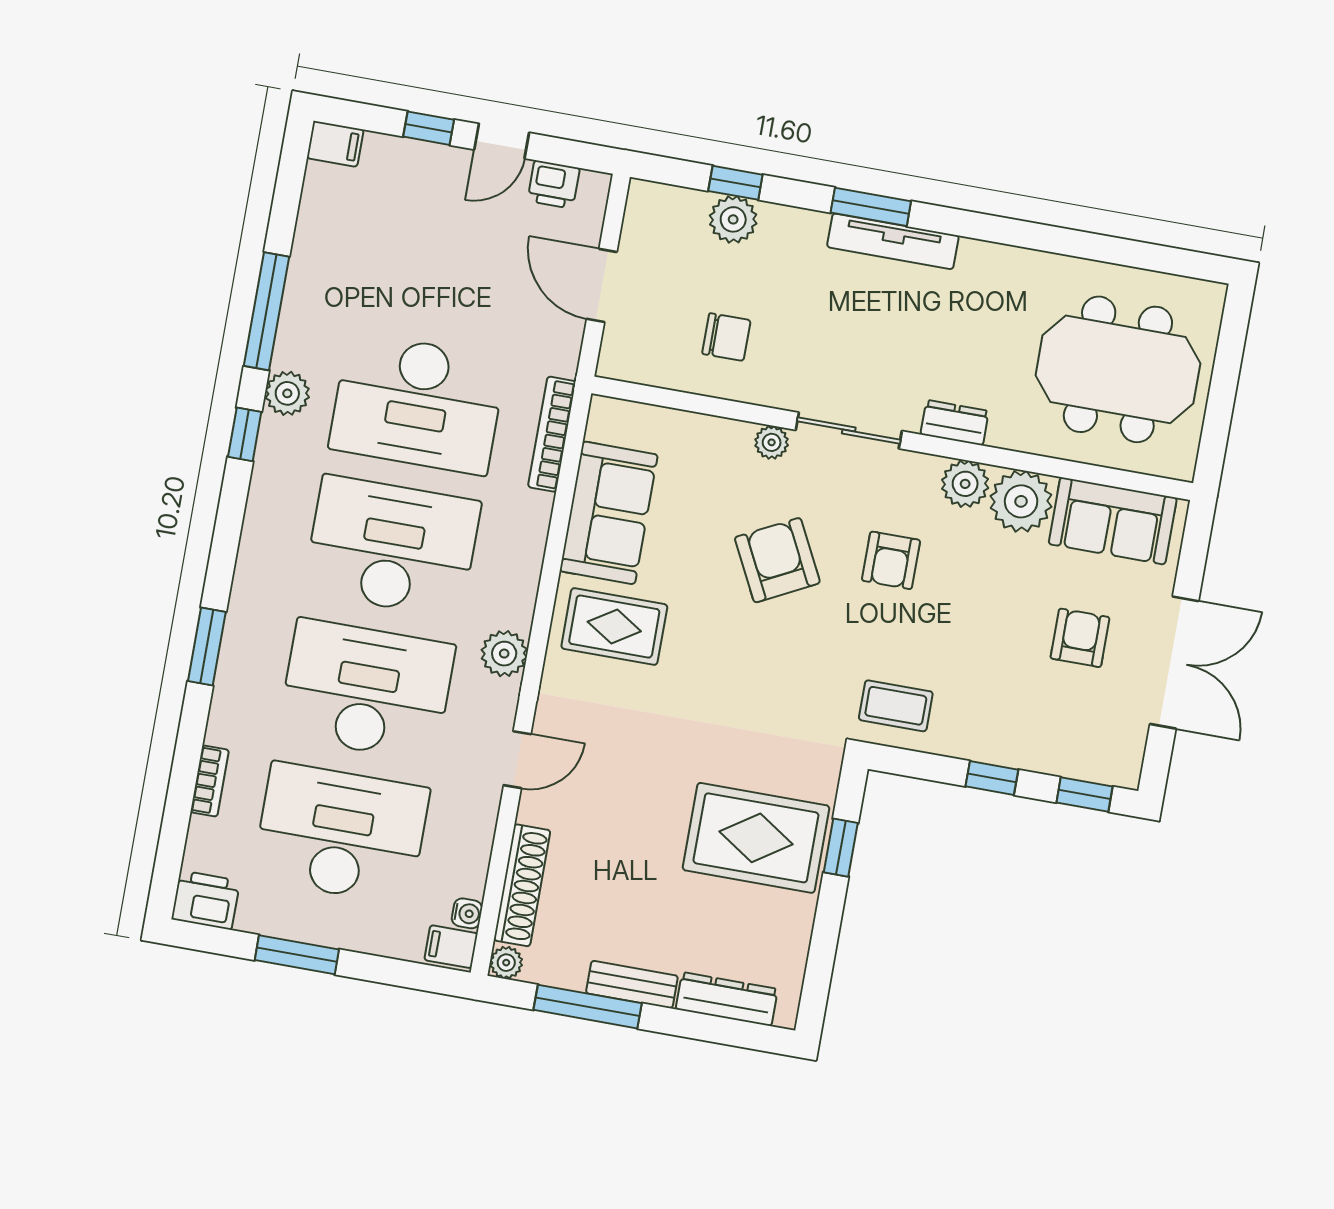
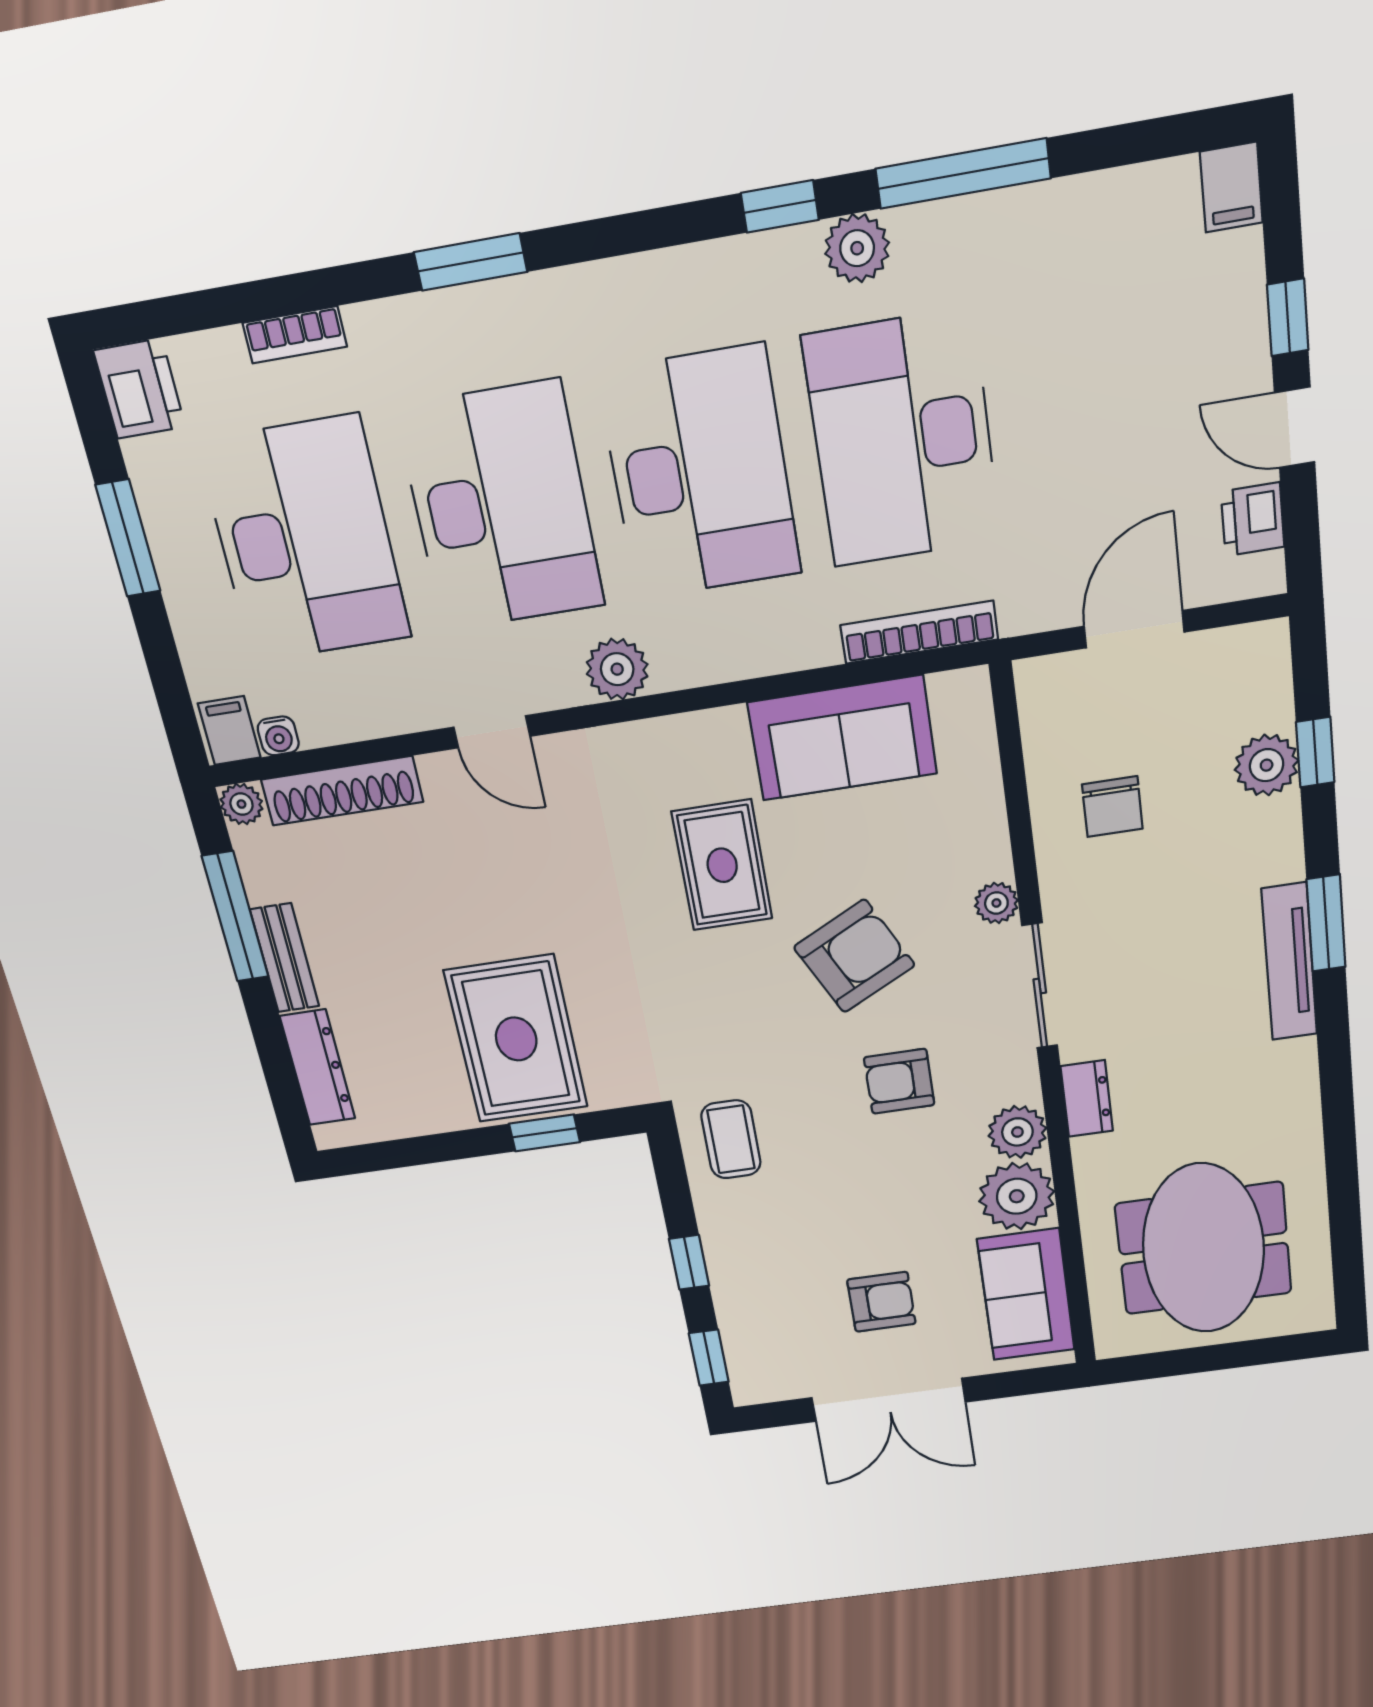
rug: (614, 627) -> (722, 865), moved

